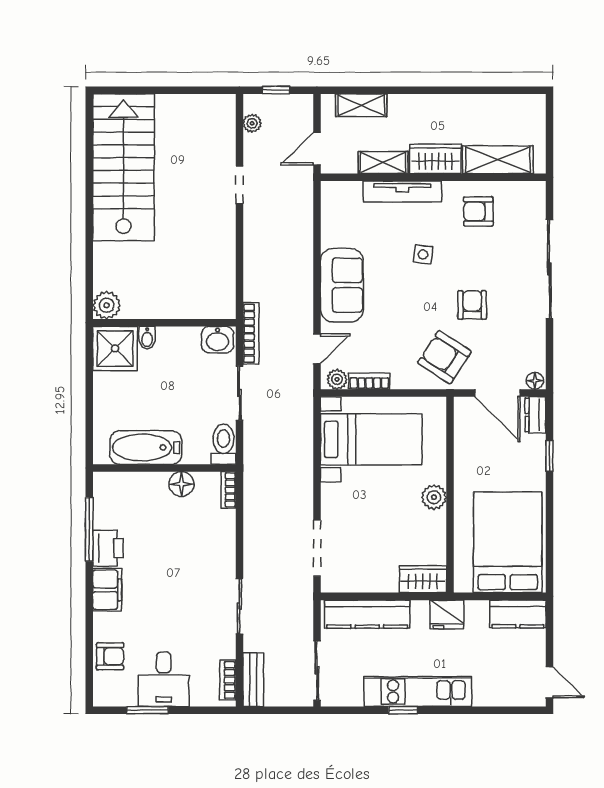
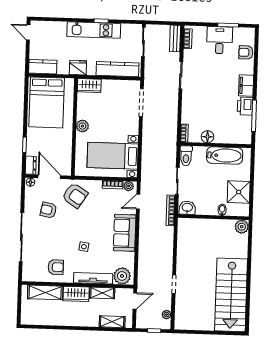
plant: (344, 198) -> (122, 276), added
armchair: (472, 305) -> (48, 210), moved, turned 101
shower: (115, 349) -> (239, 192), moved

